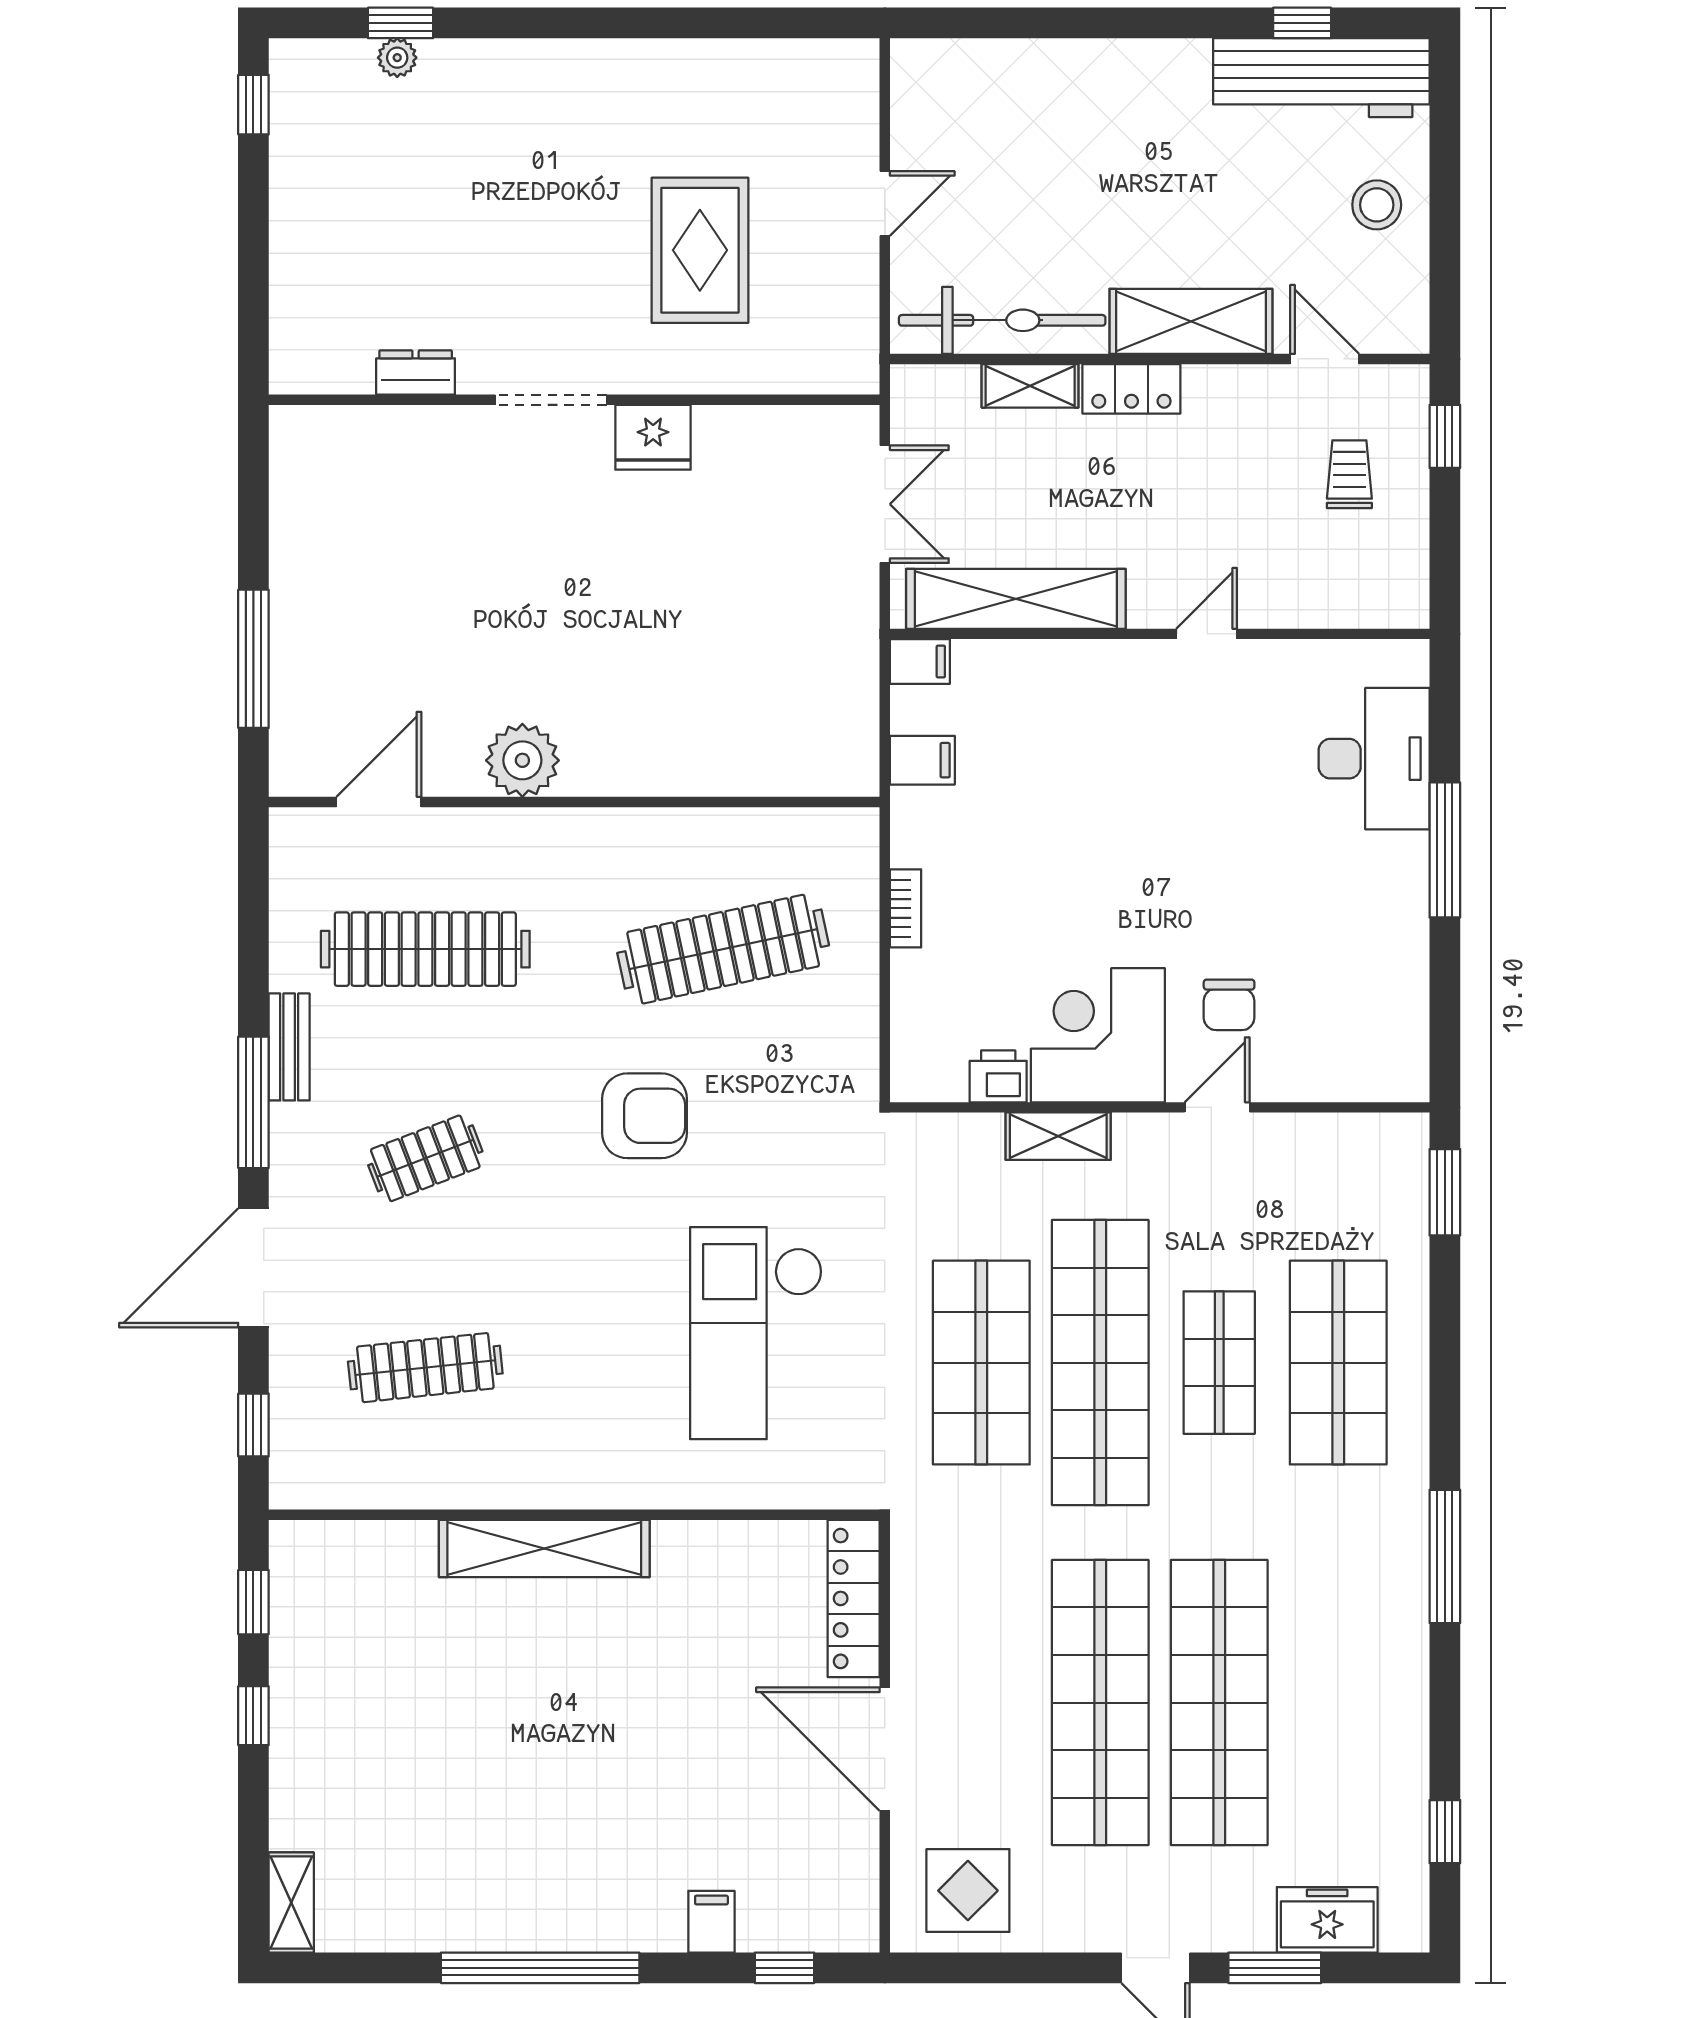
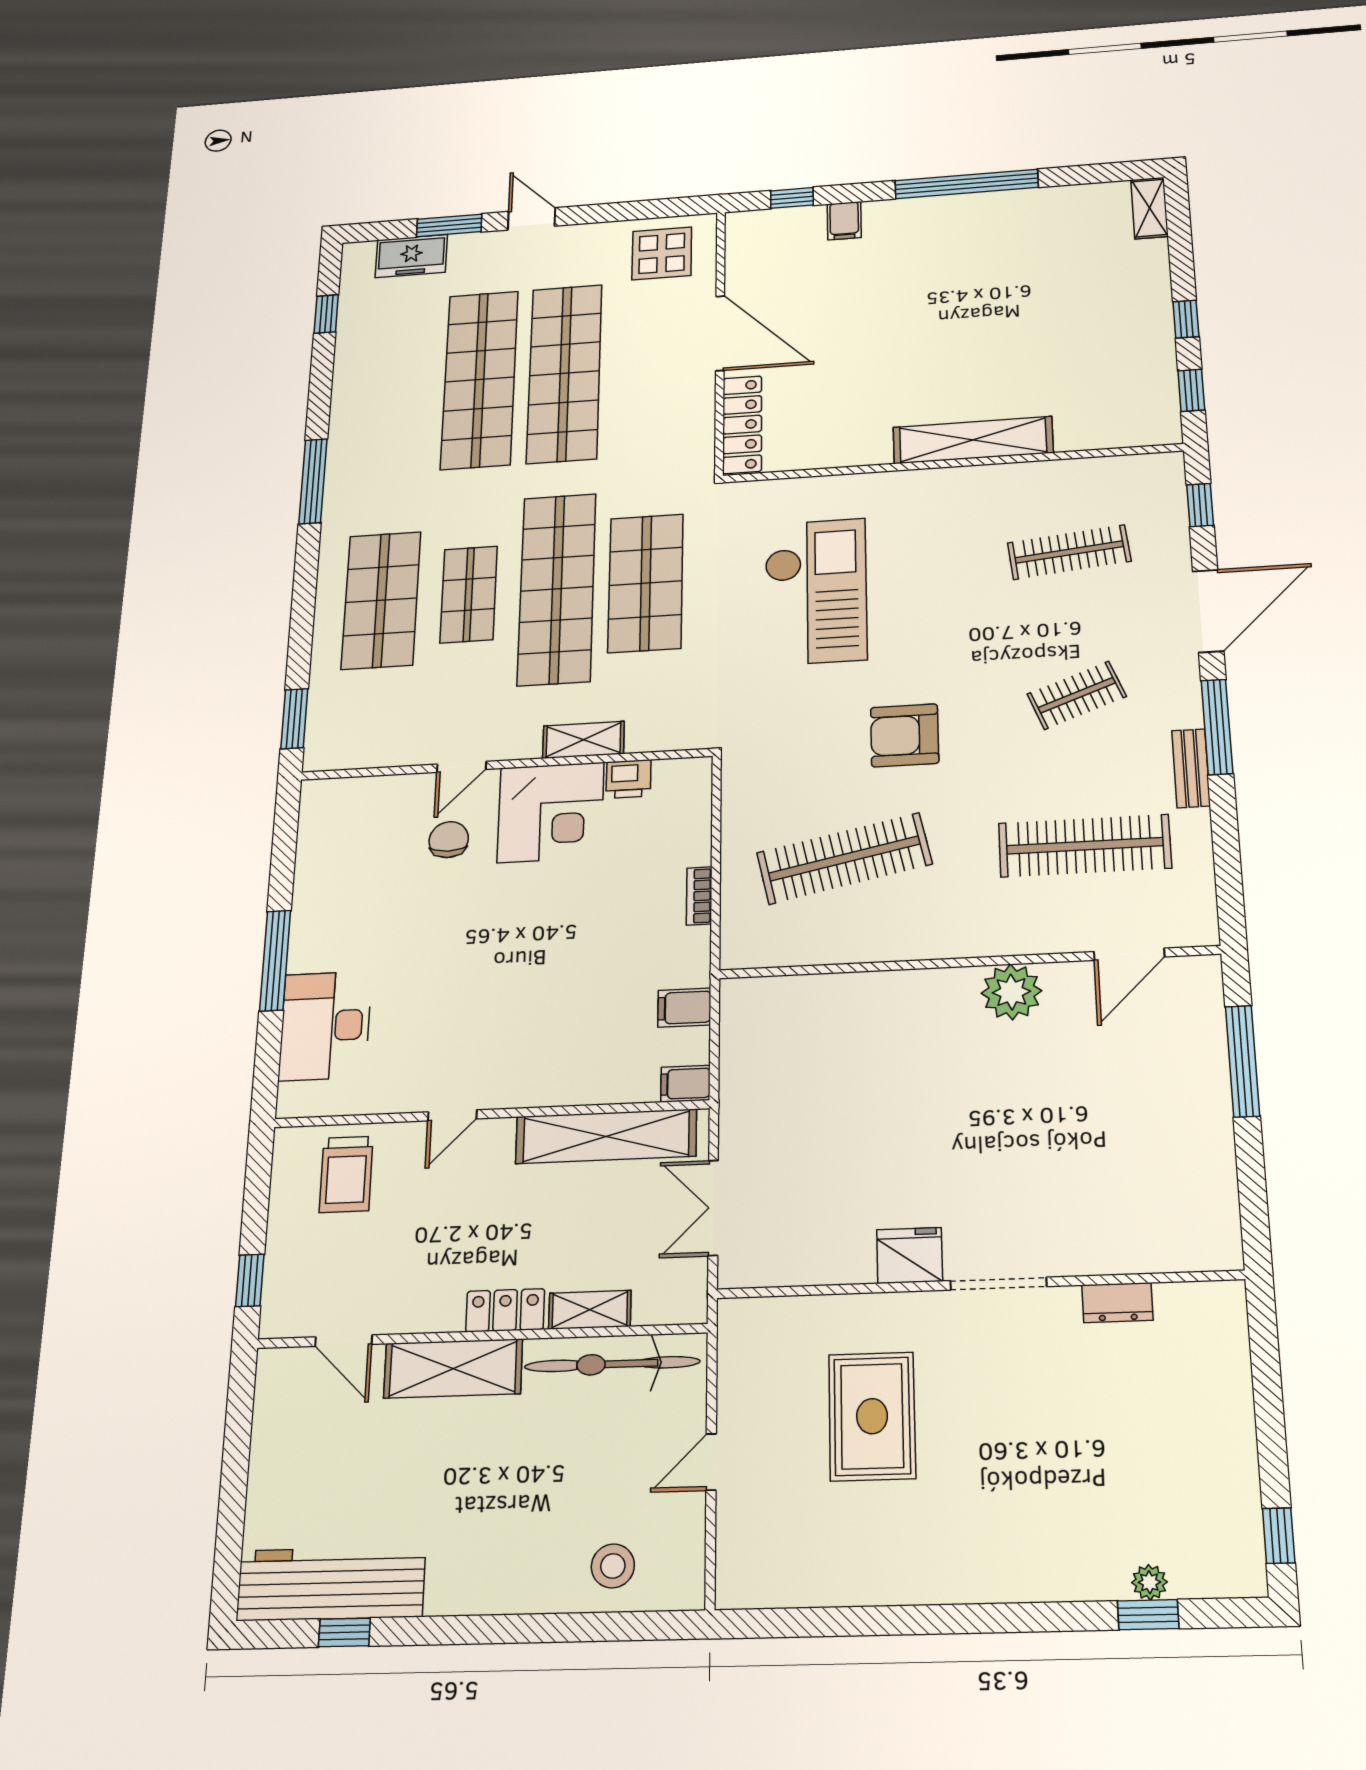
stool: (1377, 205) -> (613, 1566), moved
trolley: (1349, 474) -> (346, 1174), moved, width x1.36, depth x1.39

